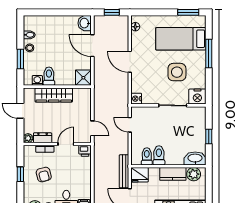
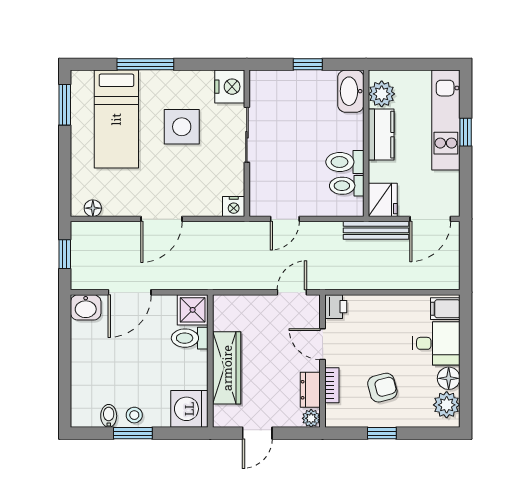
window: (20, 59) -> (133, 433), moved
toilet: (49, 76) -> (190, 338), moved
washing machine: (37, 80) -> (189, 409), width x1.89, depth x1.89

